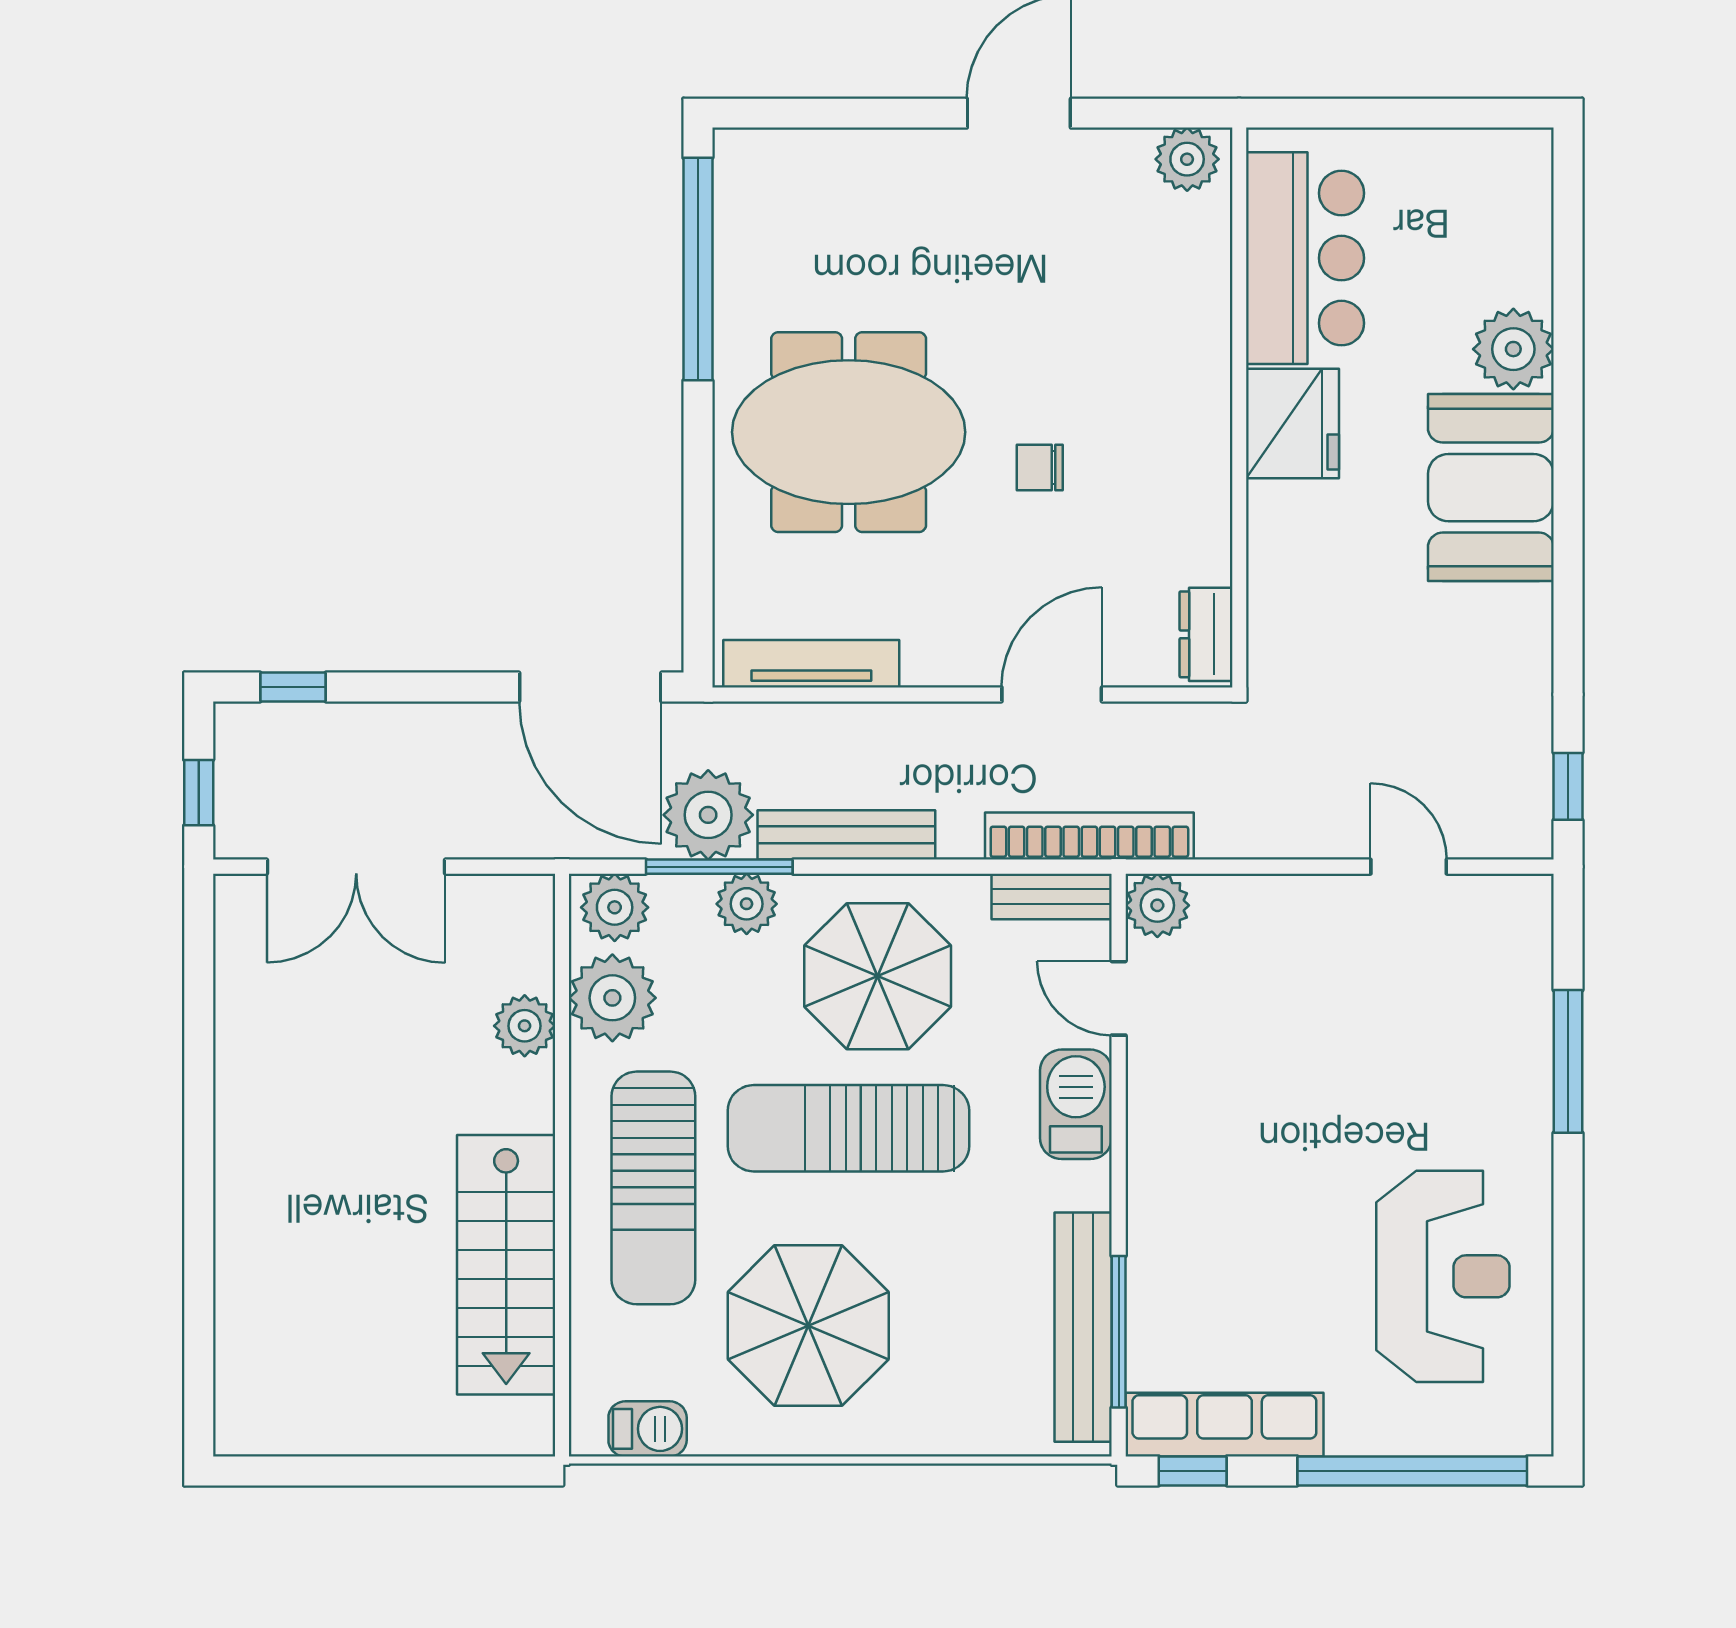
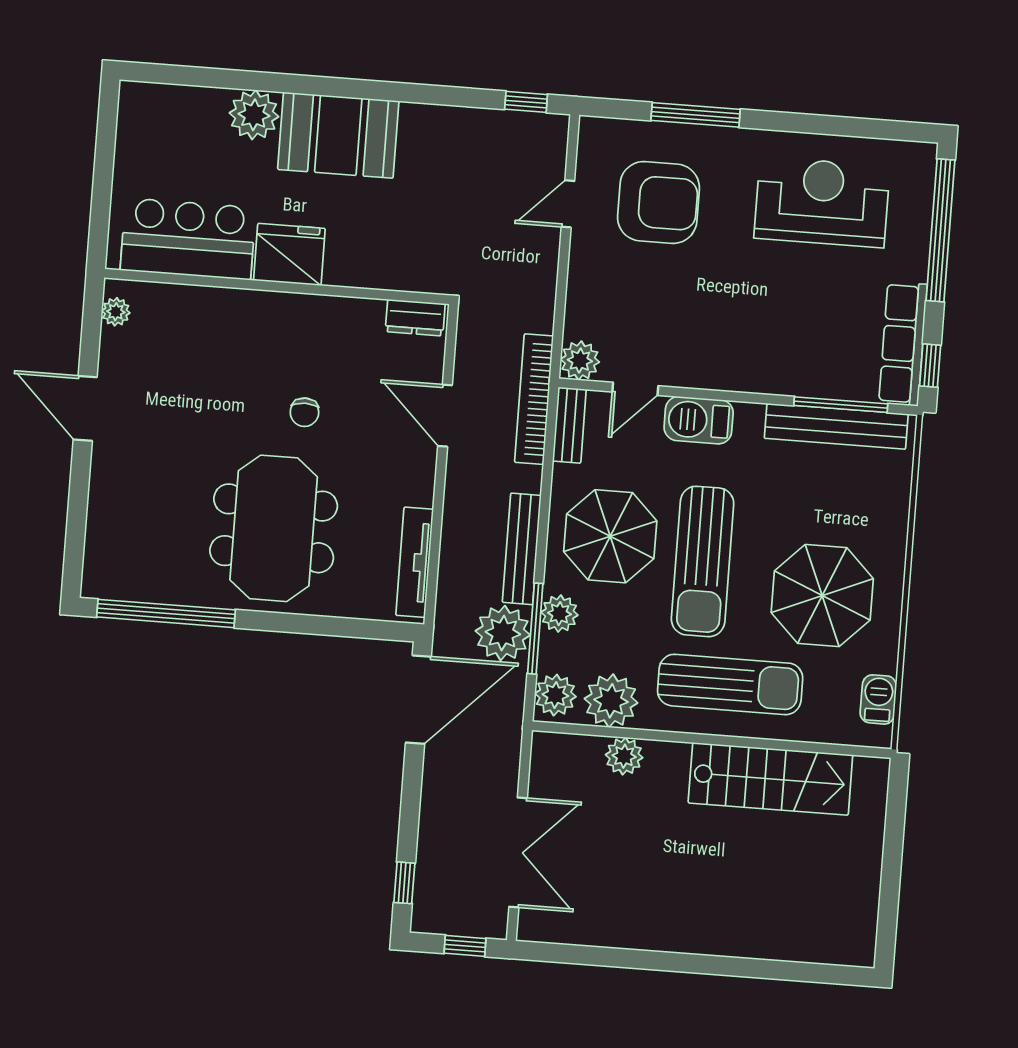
plant: (1187, 159) -> (116, 312), width x0.73, depth x0.73
armchair: (1422, 1012) -> (658, 202), added

